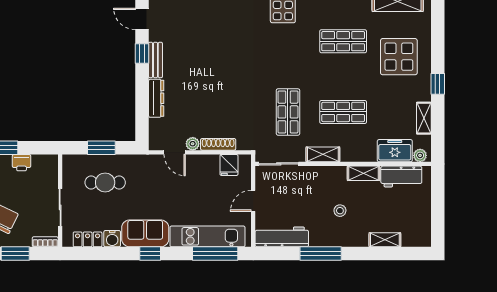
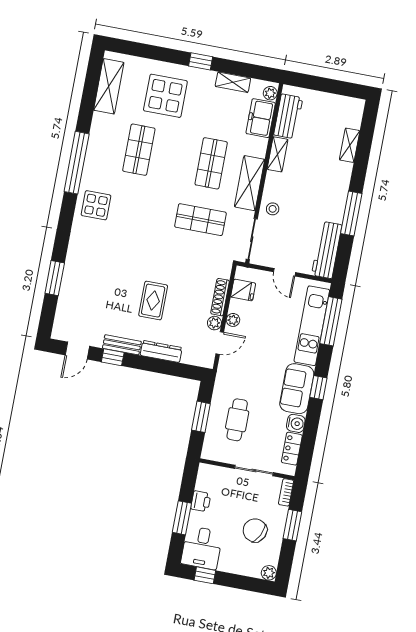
rug: (203, 82) -> (153, 301), added
shelving: (323, 154) -> (250, 183), width x1.50, depth x1.33
plant: (199, 161) -> (233, 320), added
stool: (340, 211) -> (273, 209), moved

